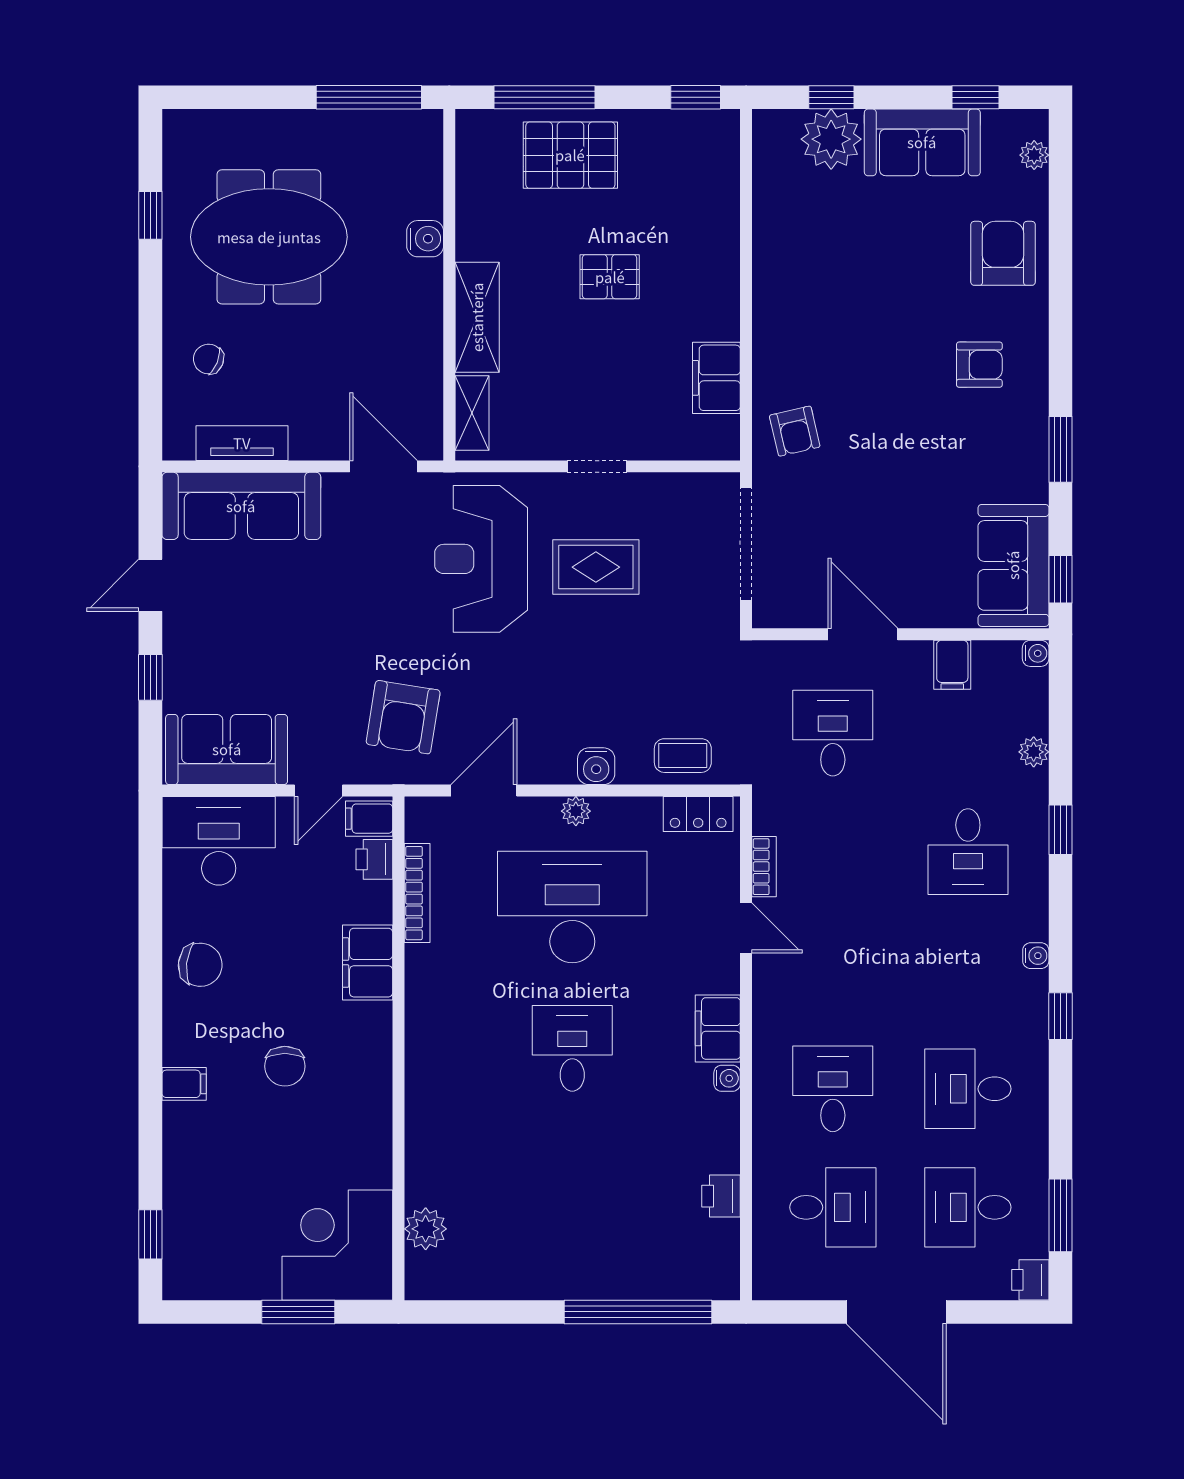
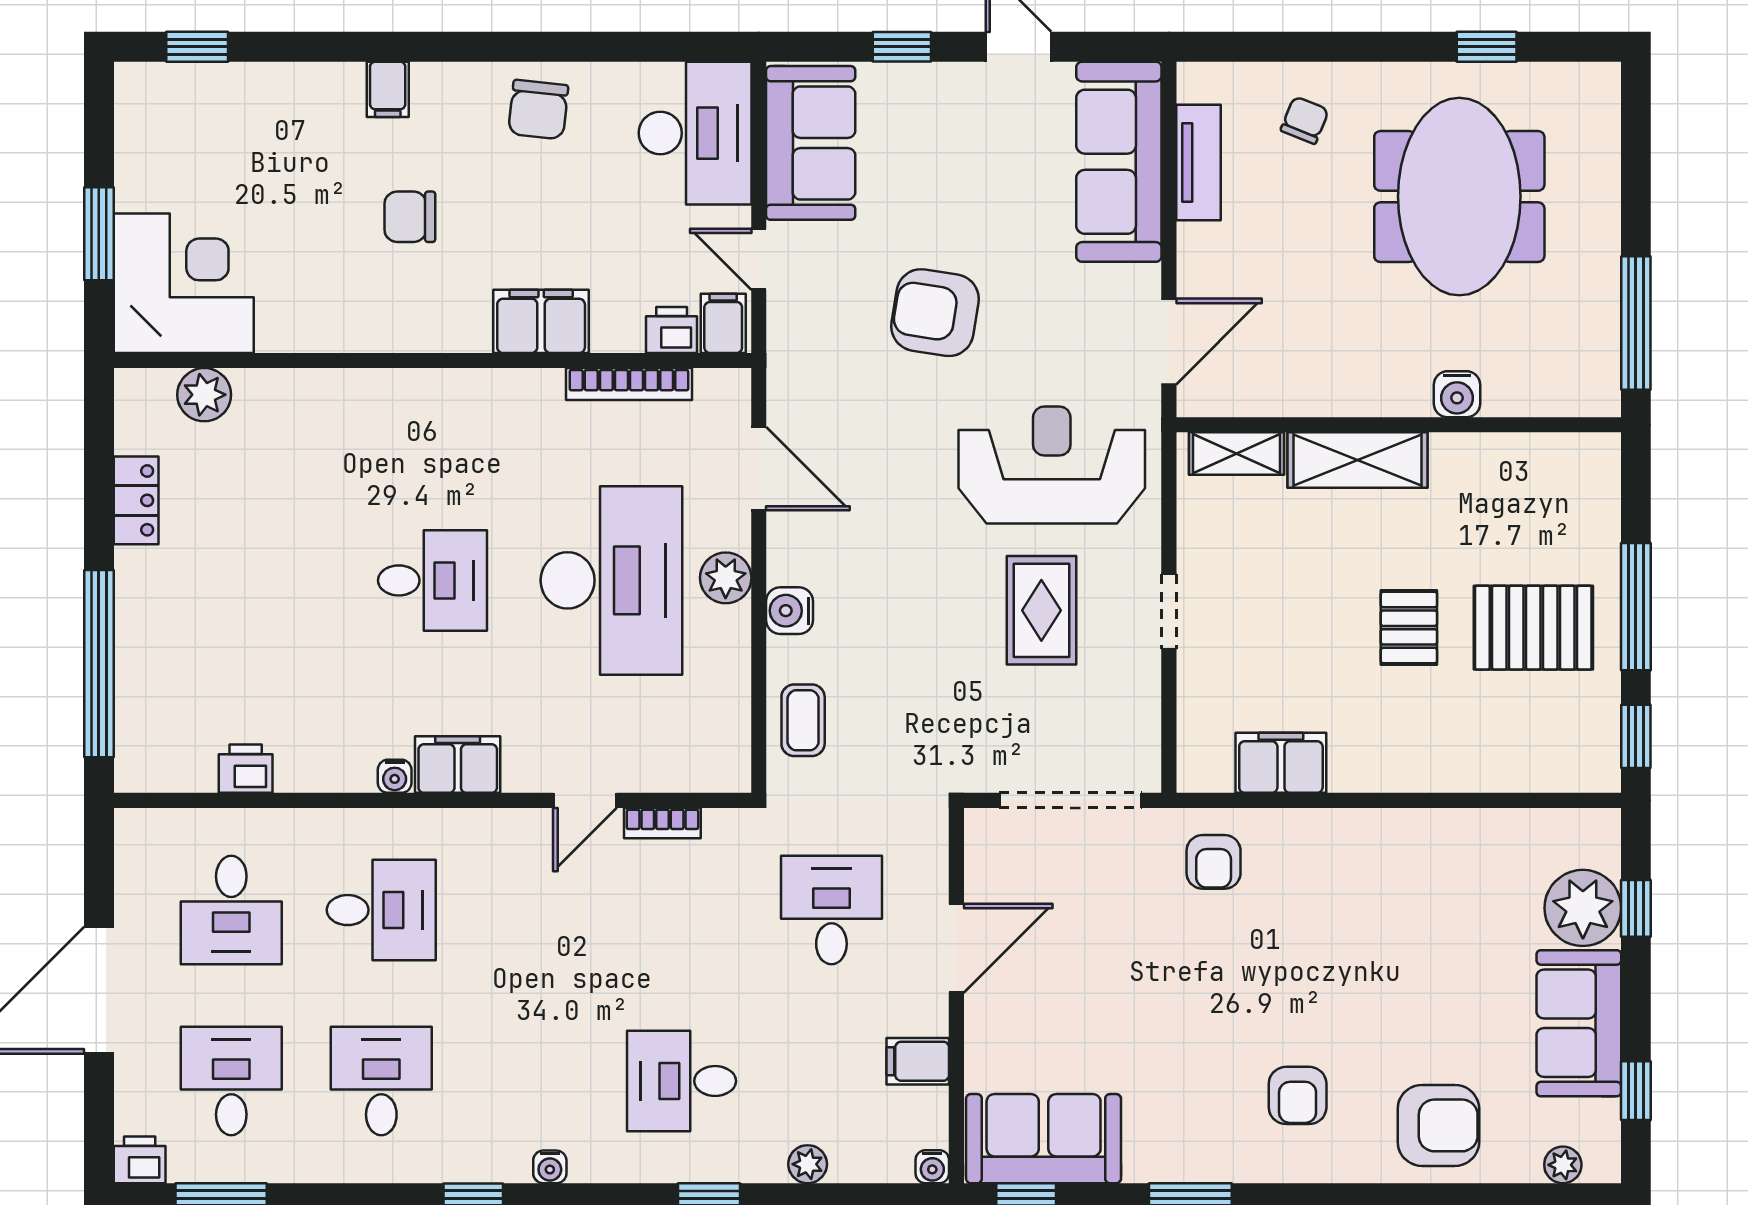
window: (545, 97) -> (1636, 607), moved
pallet: (570, 155) -> (1533, 628), moved, turned 90
armchair: (795, 431) -> (1214, 862), turned -77
armchair: (403, 717) -> (935, 313), moved
desk: (833, 733) -> (831, 910), turned -90
plant: (576, 811) -> (726, 578), width x1.38, depth x1.38
locker: (698, 814) -> (136, 500), moved, turned 180

